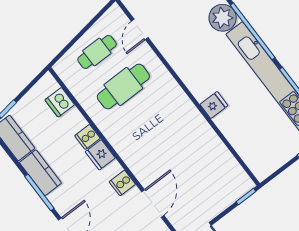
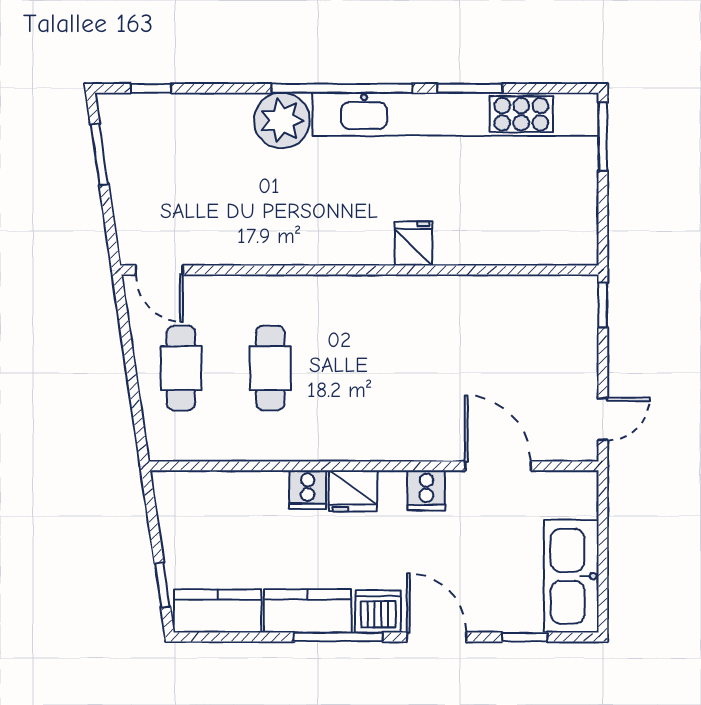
door: (140, 29) -> (159, 270), moved
cafe table: (123, 86) -> (270, 368), width x0.73, depth x0.74
dishwasher: (60, 102) -> (378, 611), moved, turned 180

